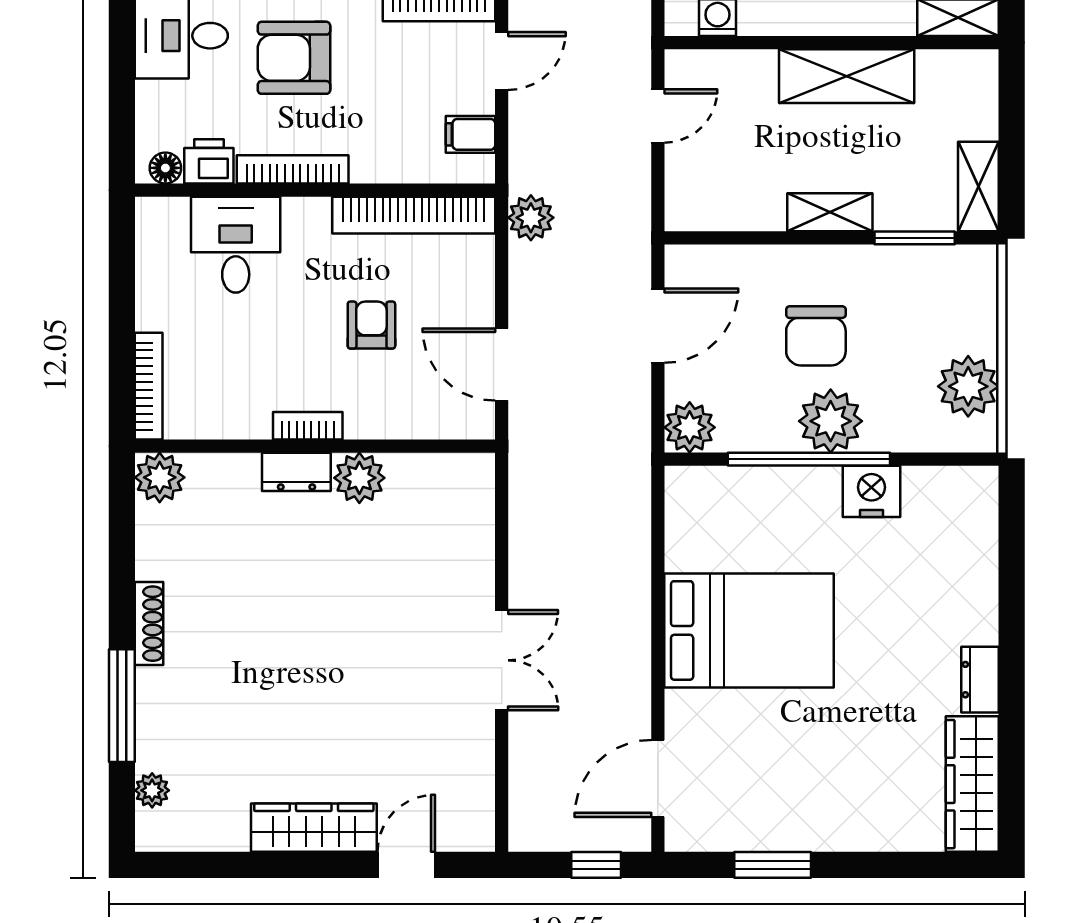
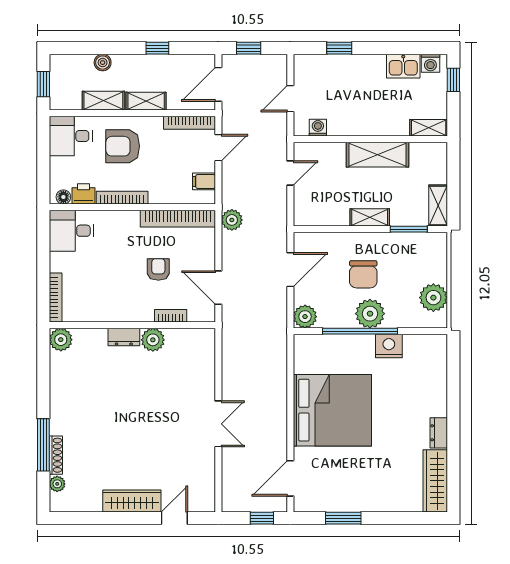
desk: (236, 245) -> (71, 231), moved, turned -90
bookcase: (308, 426) -> (171, 316), moved
shoe rack: (149, 624) -> (56, 455), moved
bed: (749, 630) -> (332, 410), width x1.36

